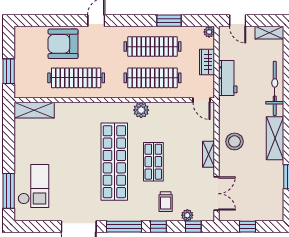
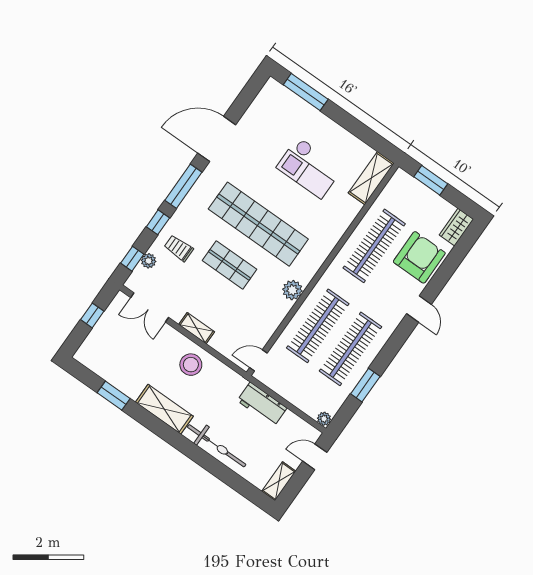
wardrobe: (207, 62) -> (456, 227), moved, turned -90
checkout: (33, 186) -> (310, 168), moved

